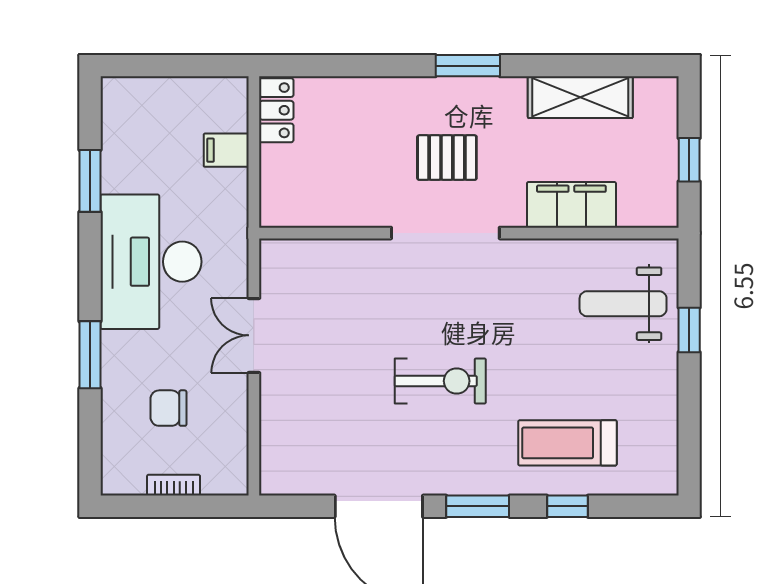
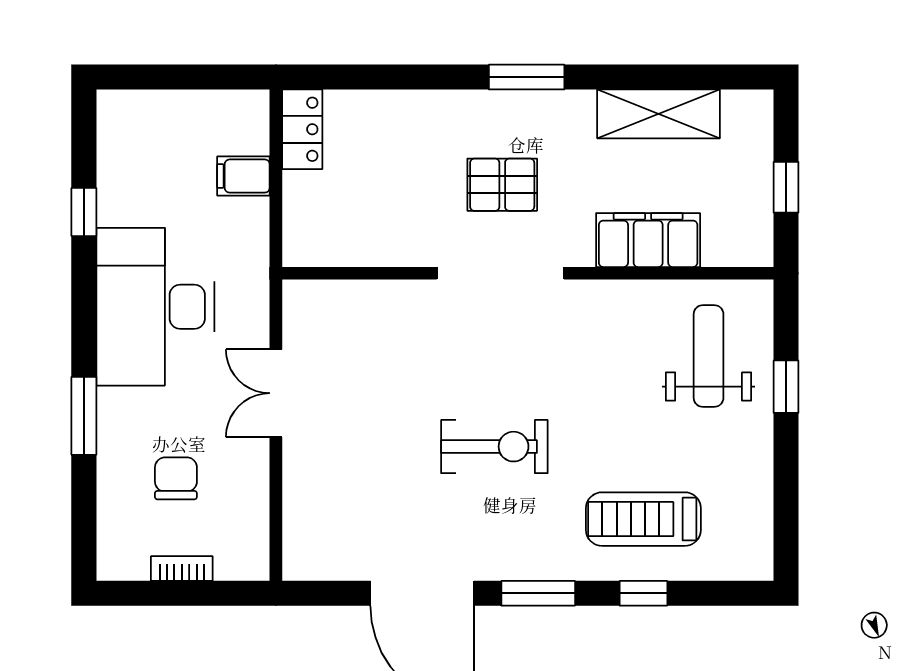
window: (90, 181) -> (84, 212), width x0.67
weight bench: (623, 304) -> (709, 356), turned 90
chair: (169, 408) -> (176, 478), turned 90

